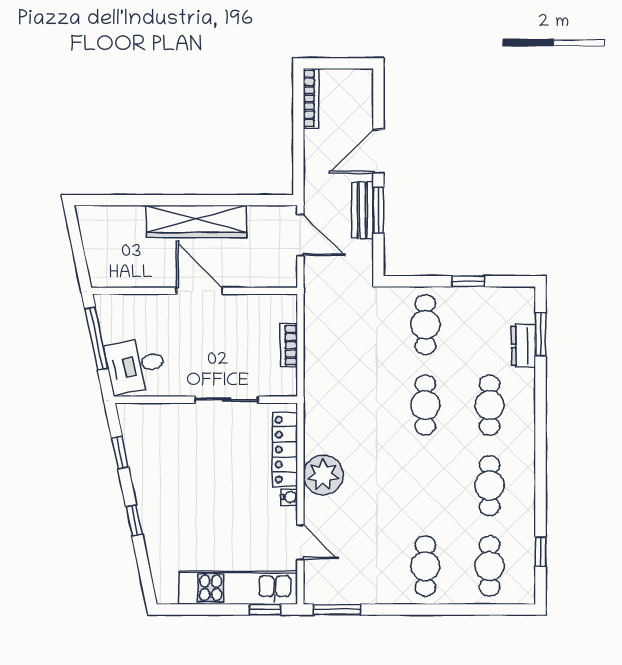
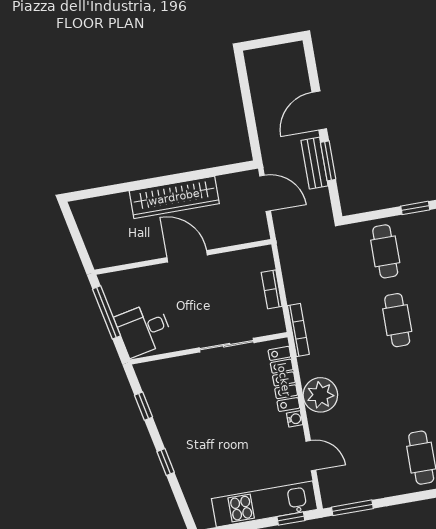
bookcase: (311, 98) -> (298, 330), moved

